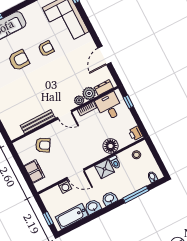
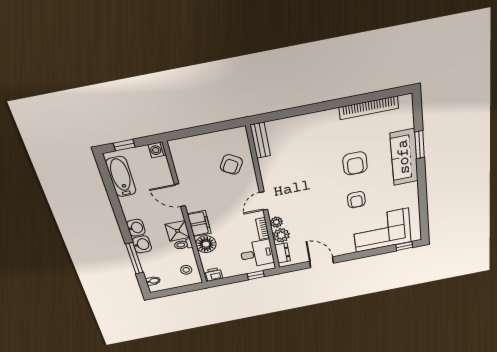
bench: (38, 122) -> (260, 140), moved, width x0.73
filing cabinet: (34, 171) -> (199, 224), moved, turned -90
door: (76, 174) -> (180, 195), hinge flipped
washing machine: (65, 187) -> (157, 150), moved
washbasin: (93, 207) -> (142, 244), moved

